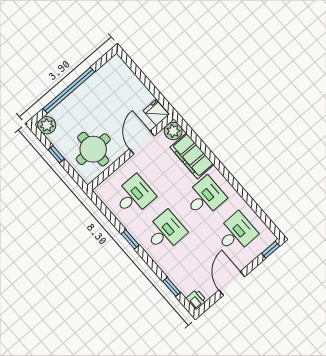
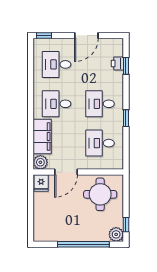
window: (56, 154) -> (126, 225), moved
printer: (196, 300) -> (117, 63), moved

